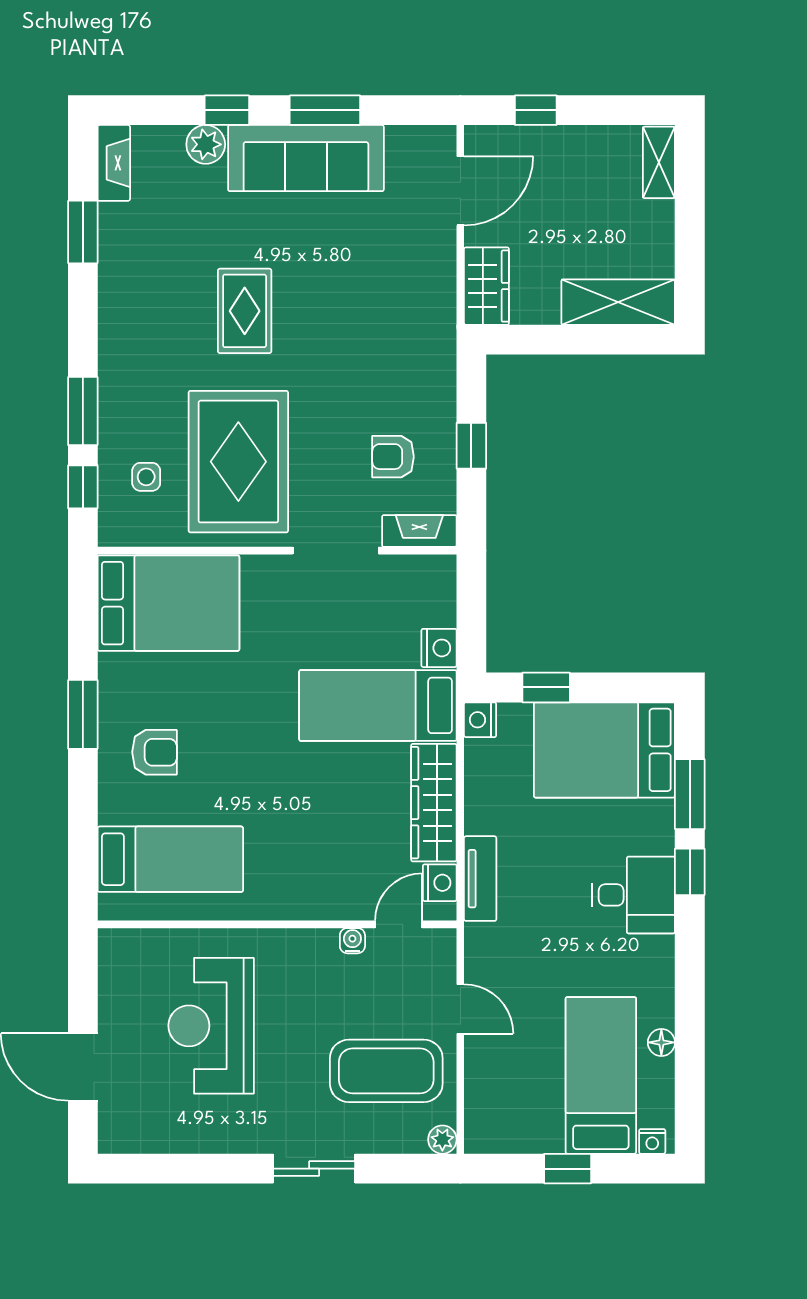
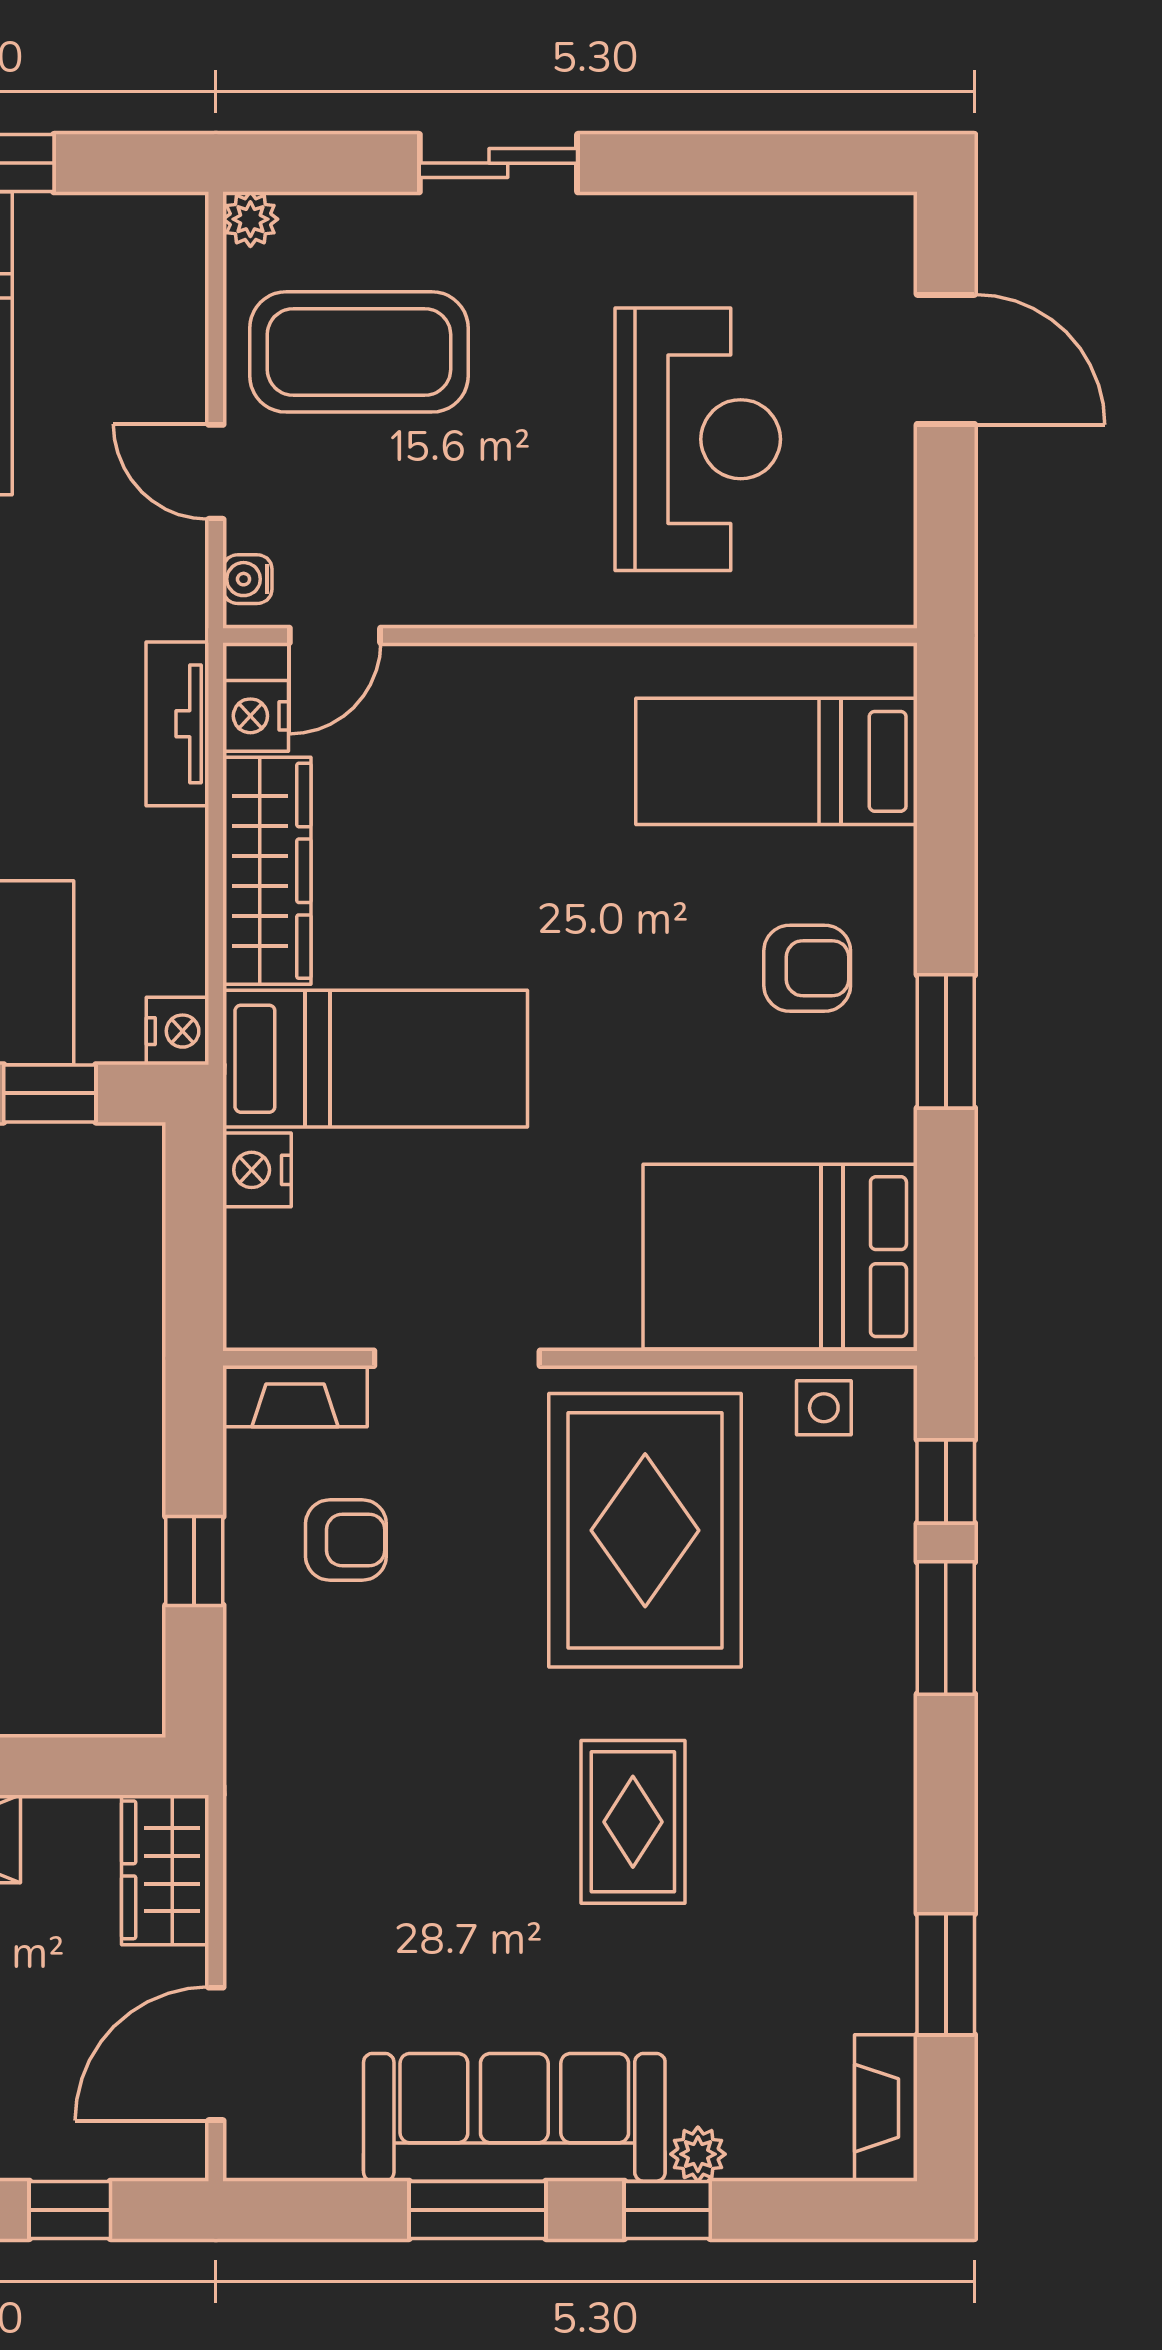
plant: (206, 144) -> (698, 2154), width x0.73, depth x0.73
side table: (146, 477) -> (824, 1408), moved
armchair: (155, 752) -> (807, 968), turned 180
water cooler: (352, 941) -> (247, 579), moved, turned 90

